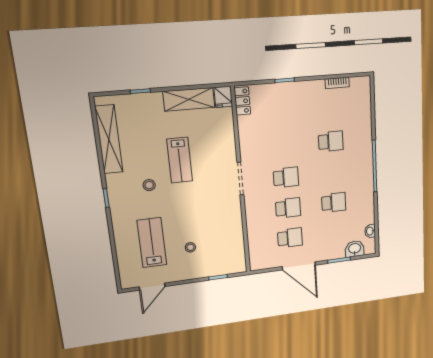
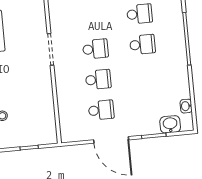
school desk: (334, 202) -> (142, 44), moved

